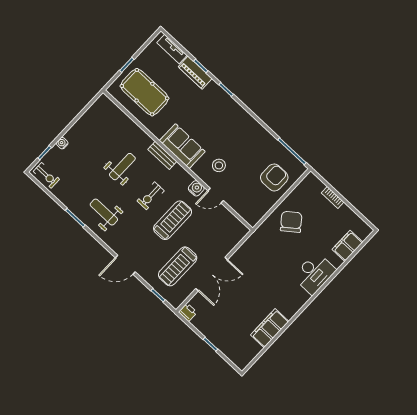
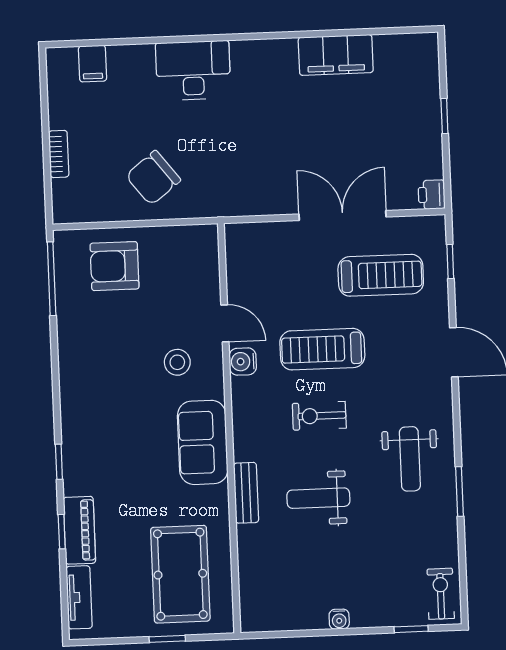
water cooler: (62, 143) -> (339, 619), moved
bench: (162, 155) -> (246, 493), moved
exercise bike: (151, 196) -> (319, 416), turned 180
filing cabinet: (347, 246) -> (93, 64), width x0.50

